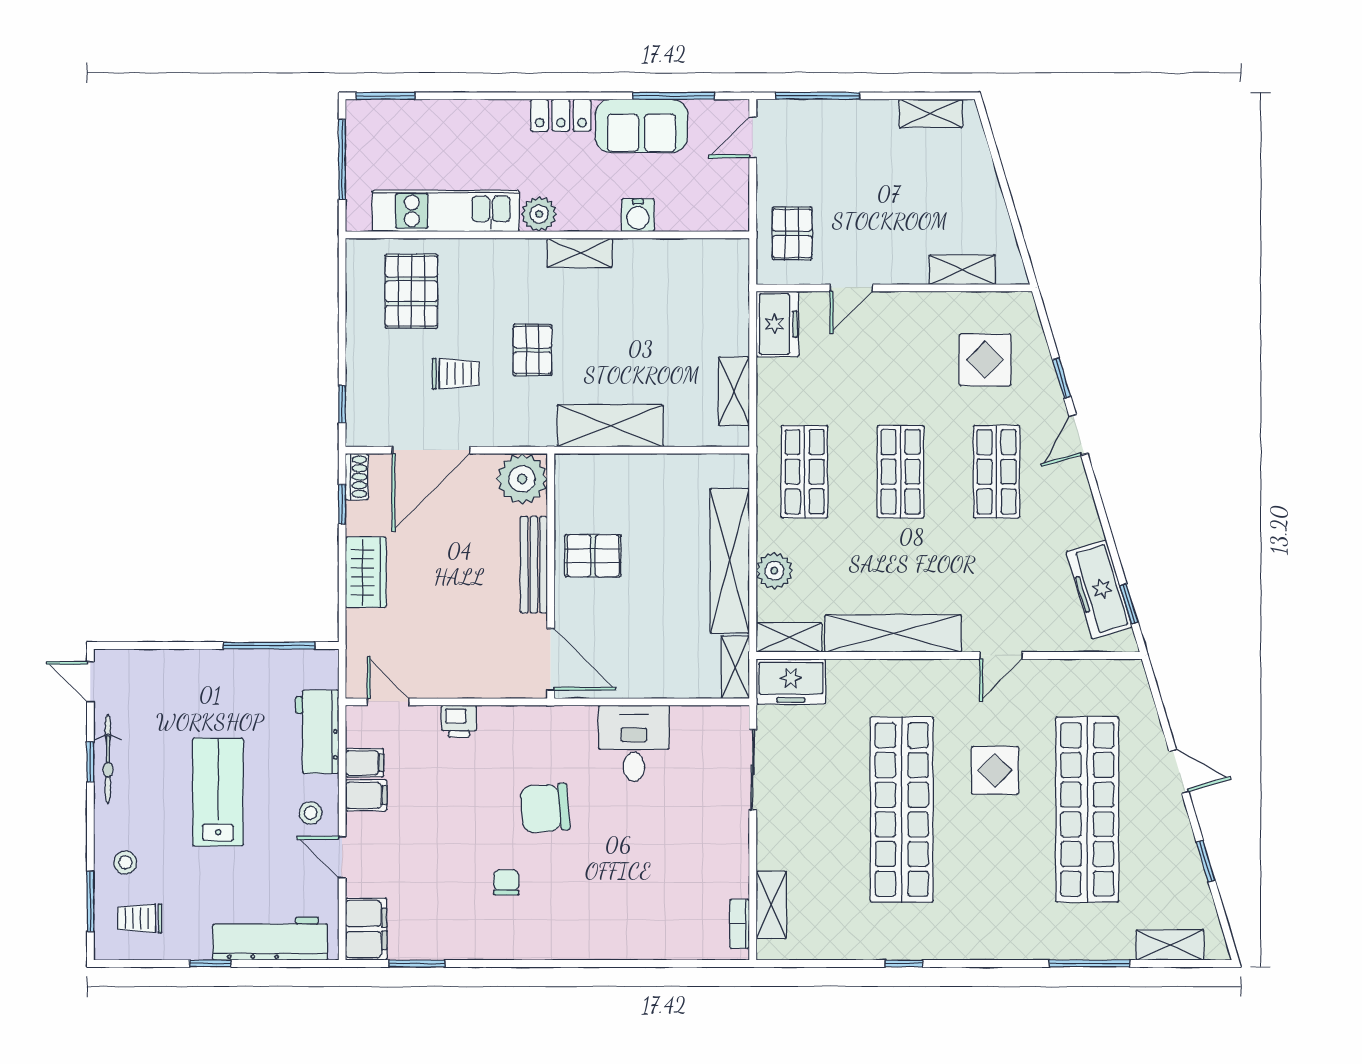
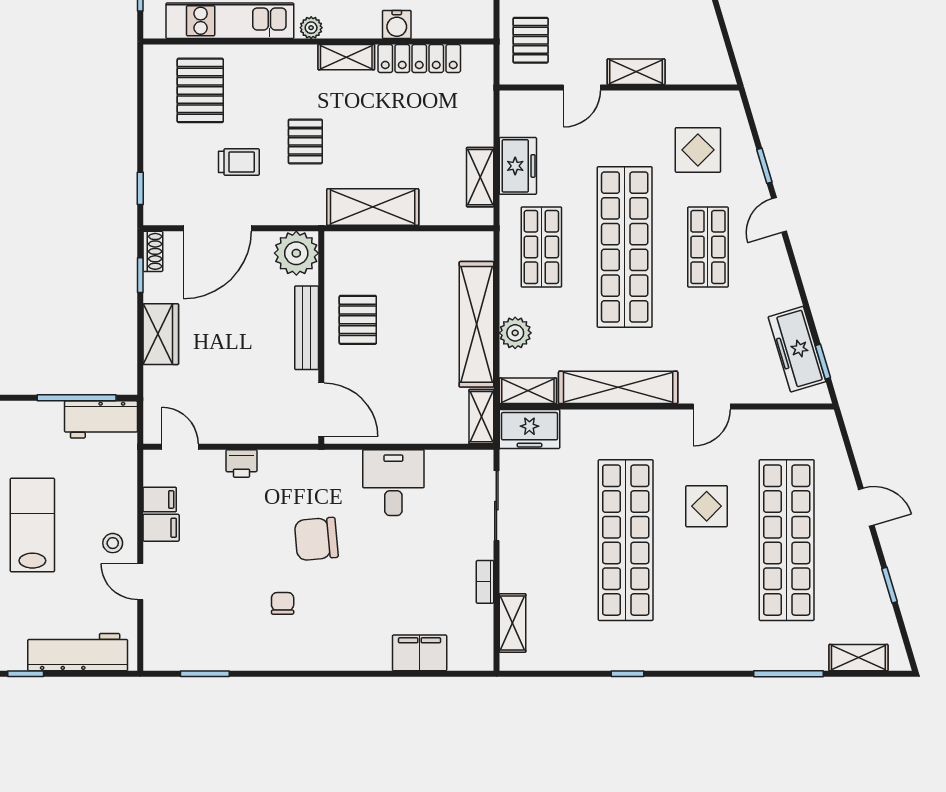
plant: (539, 214) -> (311, 28), width x0.73, depth x0.73
locker: (664, 254) -> (419, 59), added
shelving: (962, 270) -> (636, 72), moved
freezer: (777, 324) -> (518, 166), moved
shop shelf: (901, 472) -> (625, 247), width x2.00, depth x1.36
pallet: (593, 556) -> (358, 320), turned 90
workbench: (317, 732) -> (101, 419), moved, turned -90
bookcase: (740, 924) -> (485, 582), moved
filing cabinet: (366, 929) -> (420, 653), moved, turned -90

